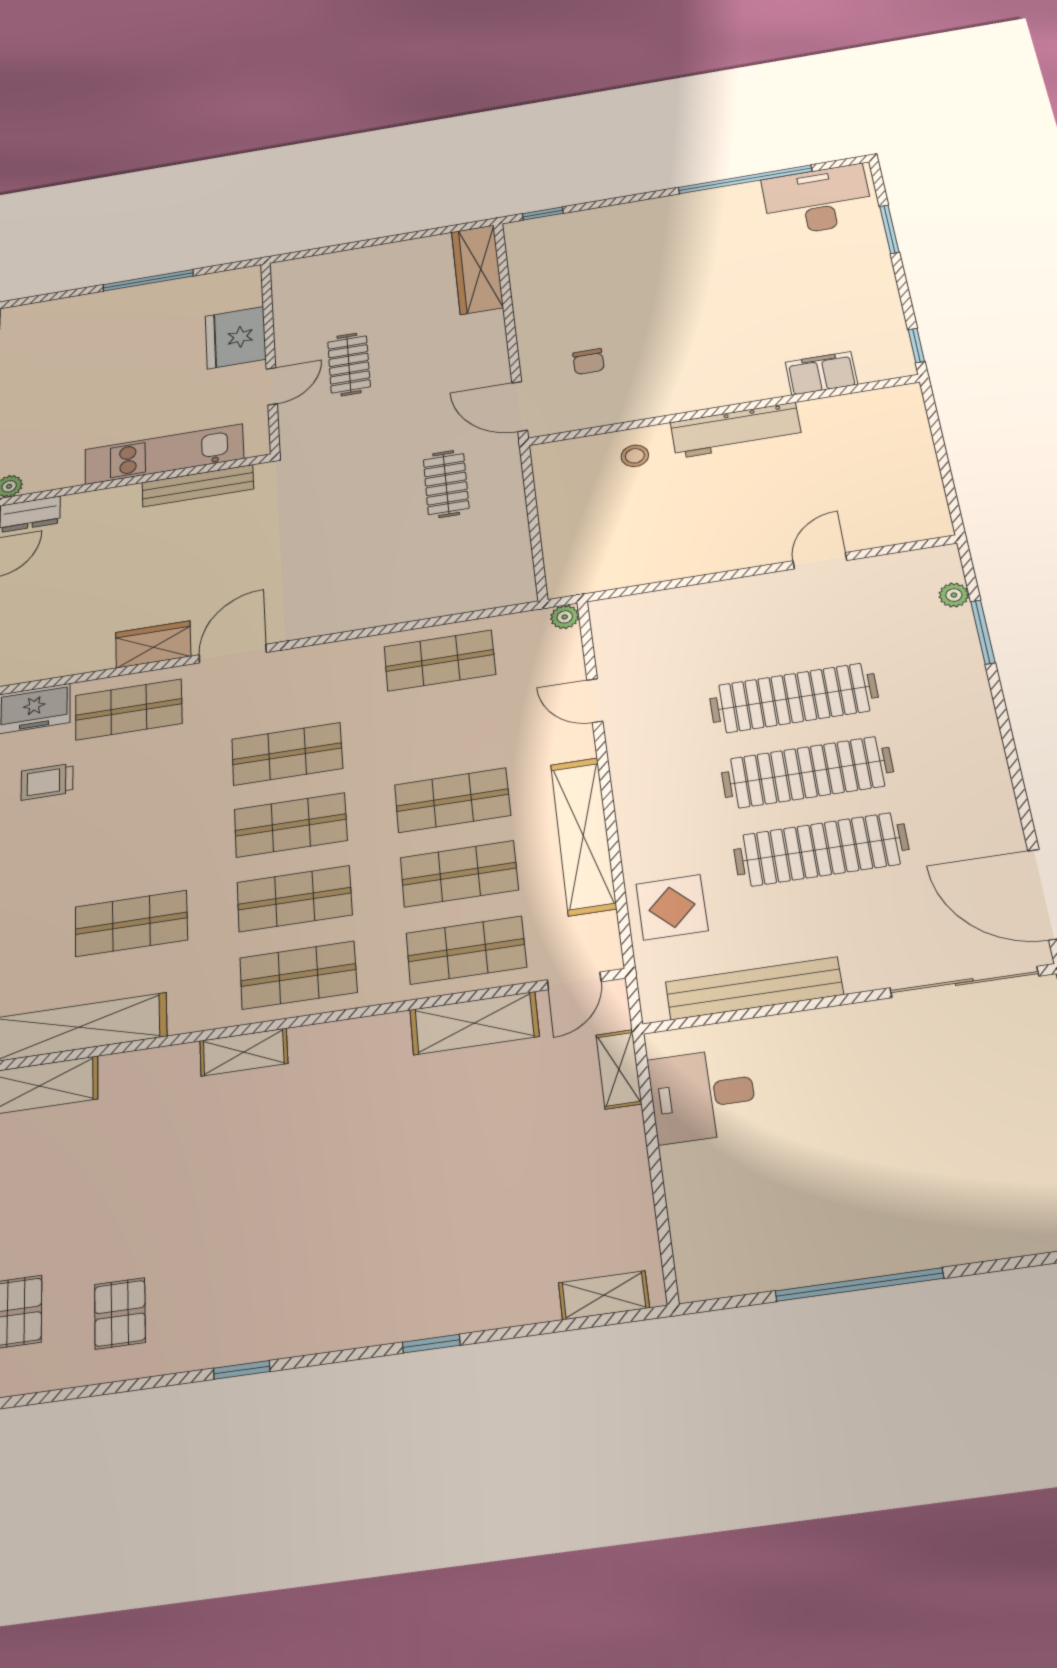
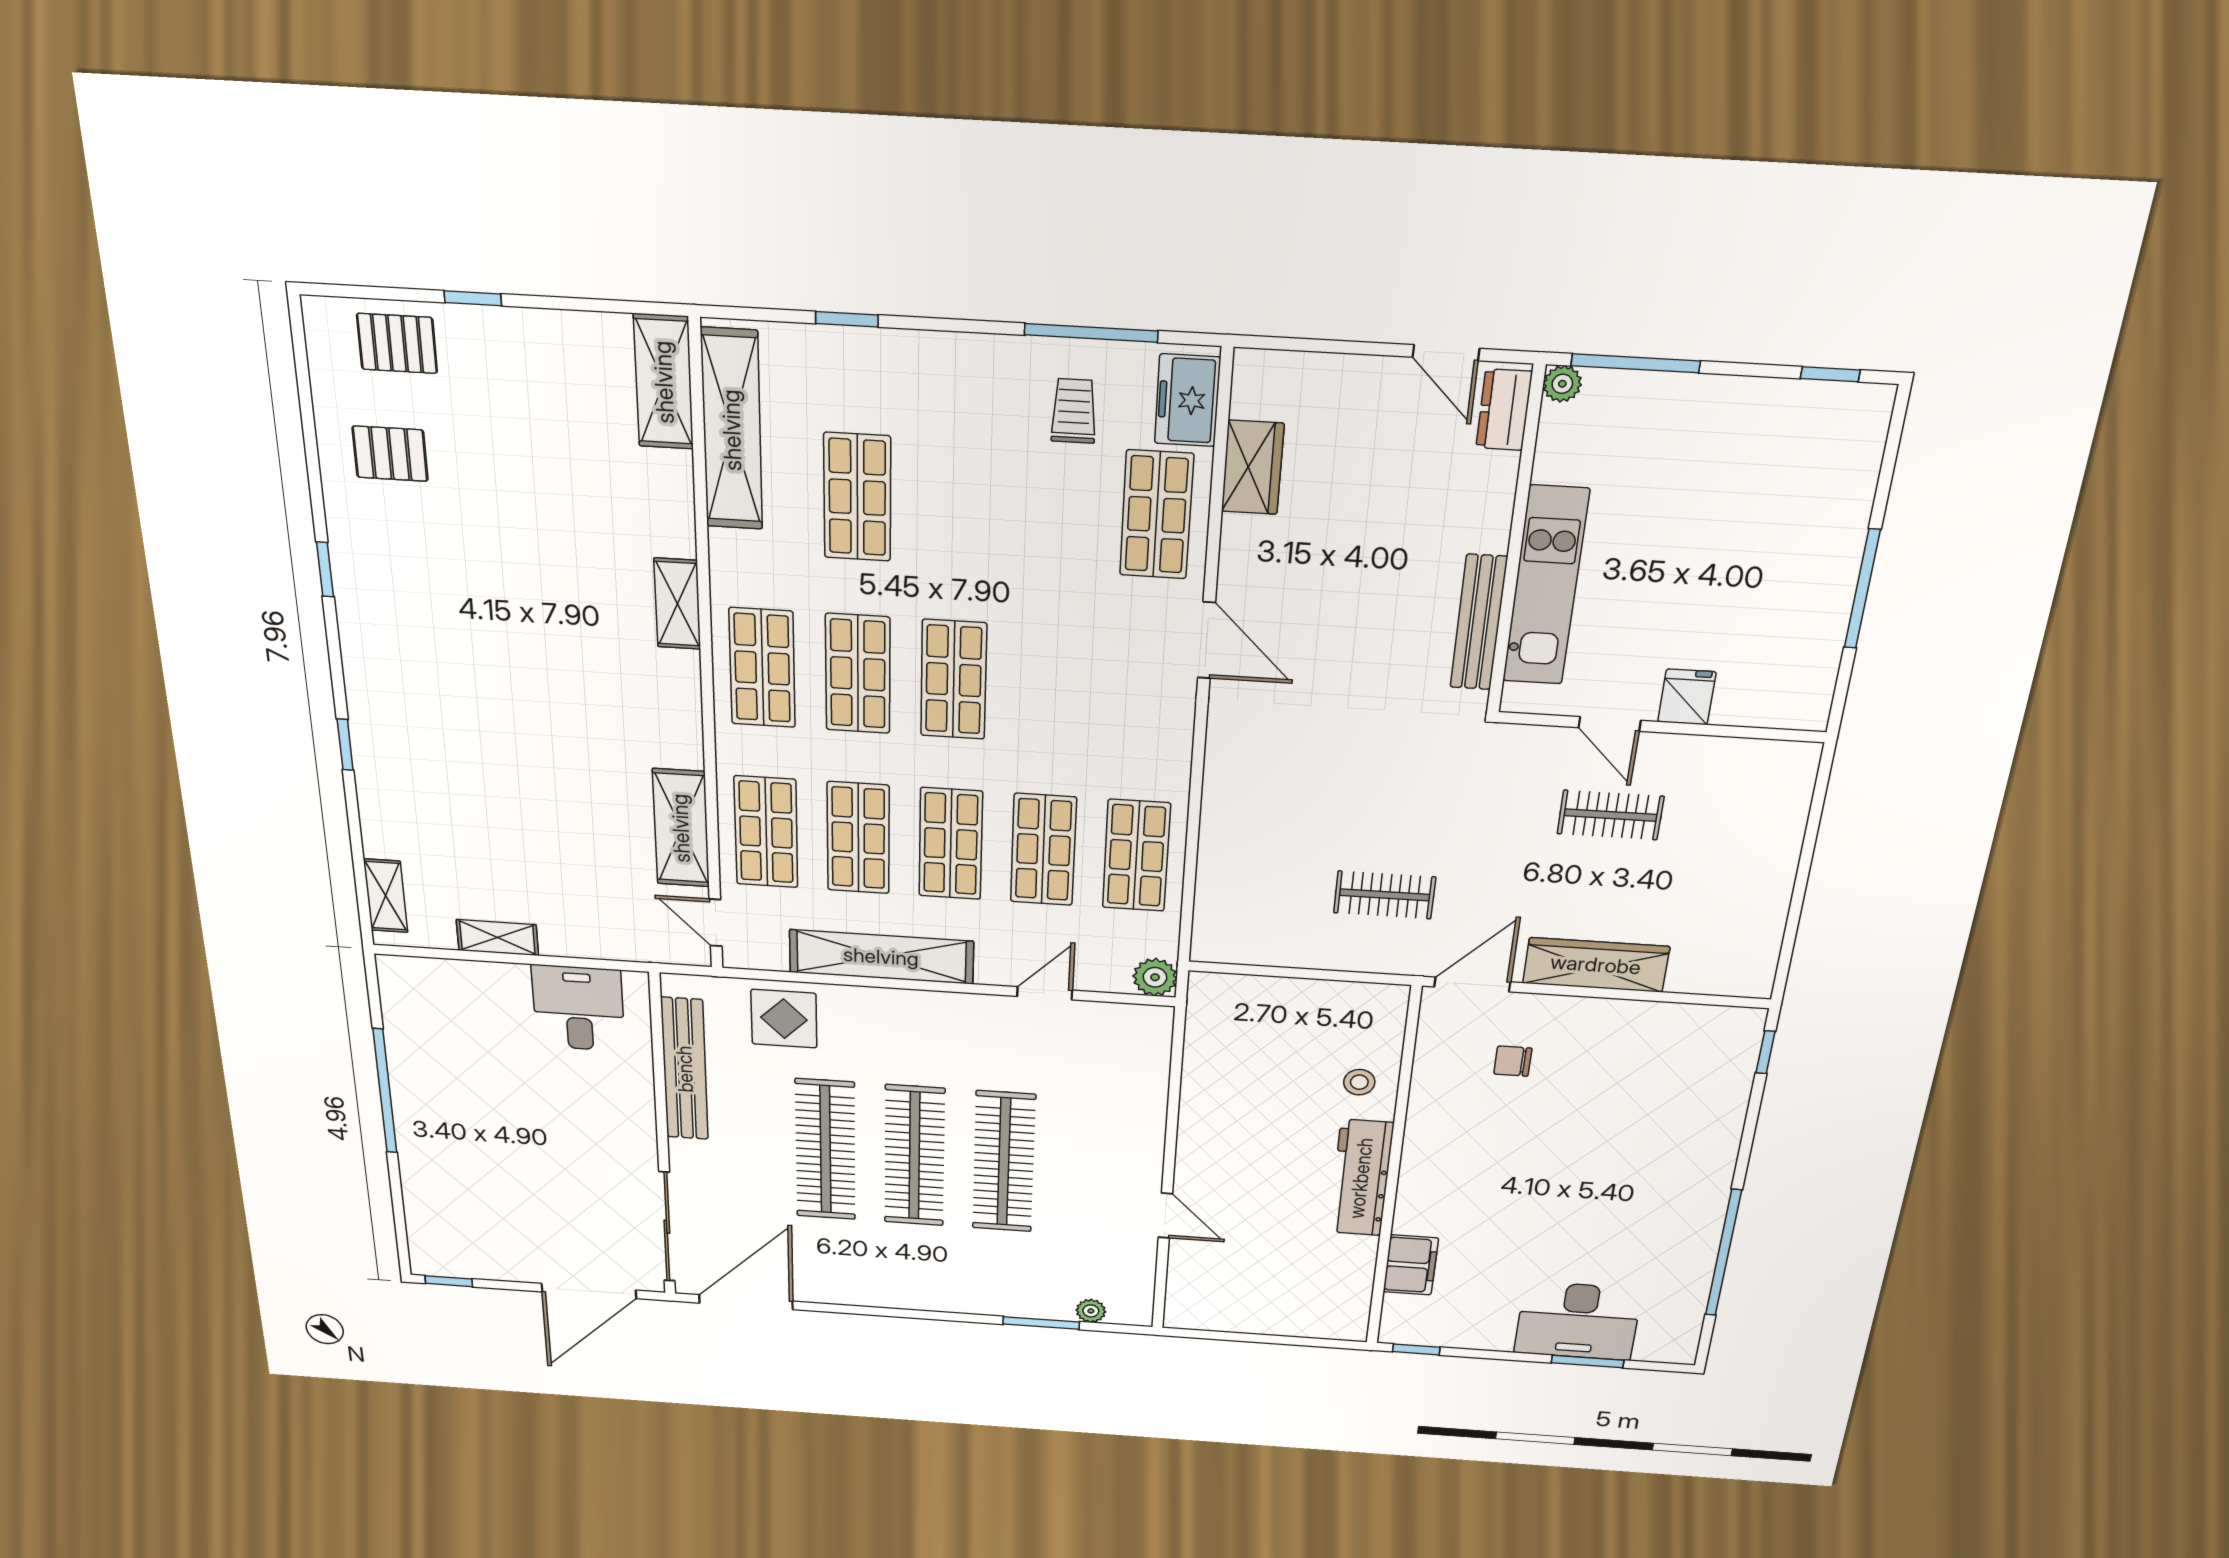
desk: (817, 200) -> (1578, 1321), moved, turned 90
wardrobe: (477, 269) -> (1596, 965), moved
fridge: (236, 338) -> (1687, 697), width x0.53, depth x0.75
plant: (565, 617) -> (1155, 977), width x1.38, depth x1.38
wardrobe: (153, 644) -> (1253, 467), moved
shop shelf: (287, 754) -> (1043, 850), moved
shelving: (619, 1069) -> (497, 938), moved

